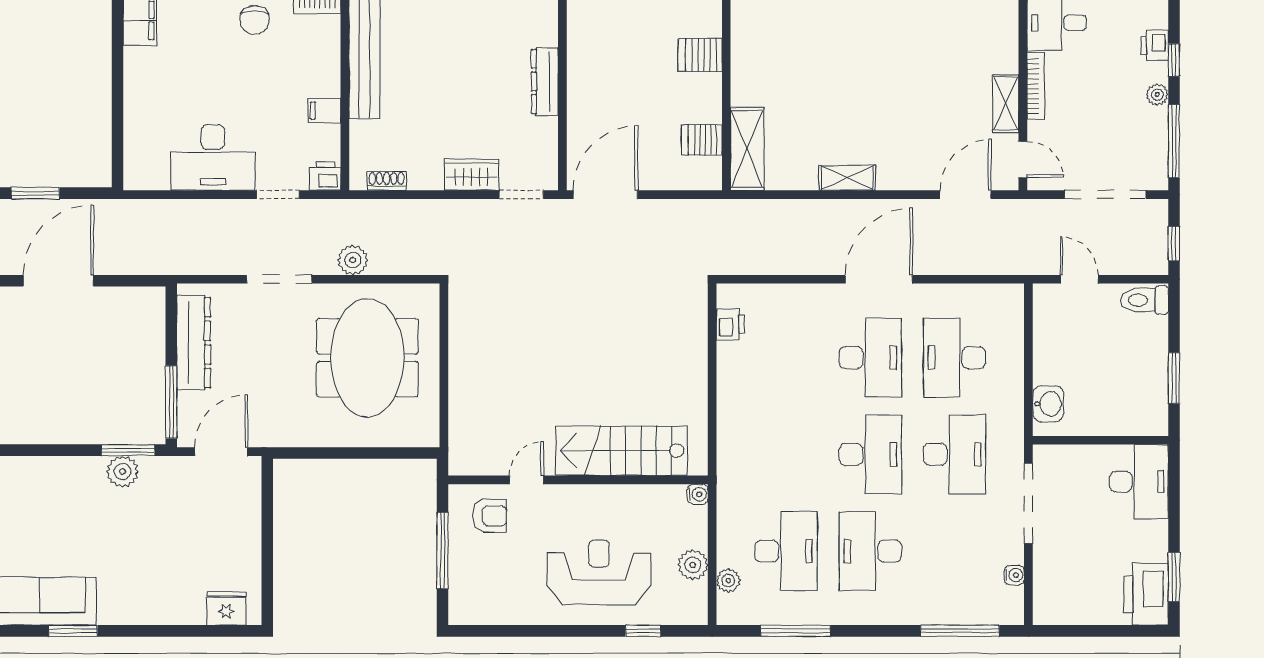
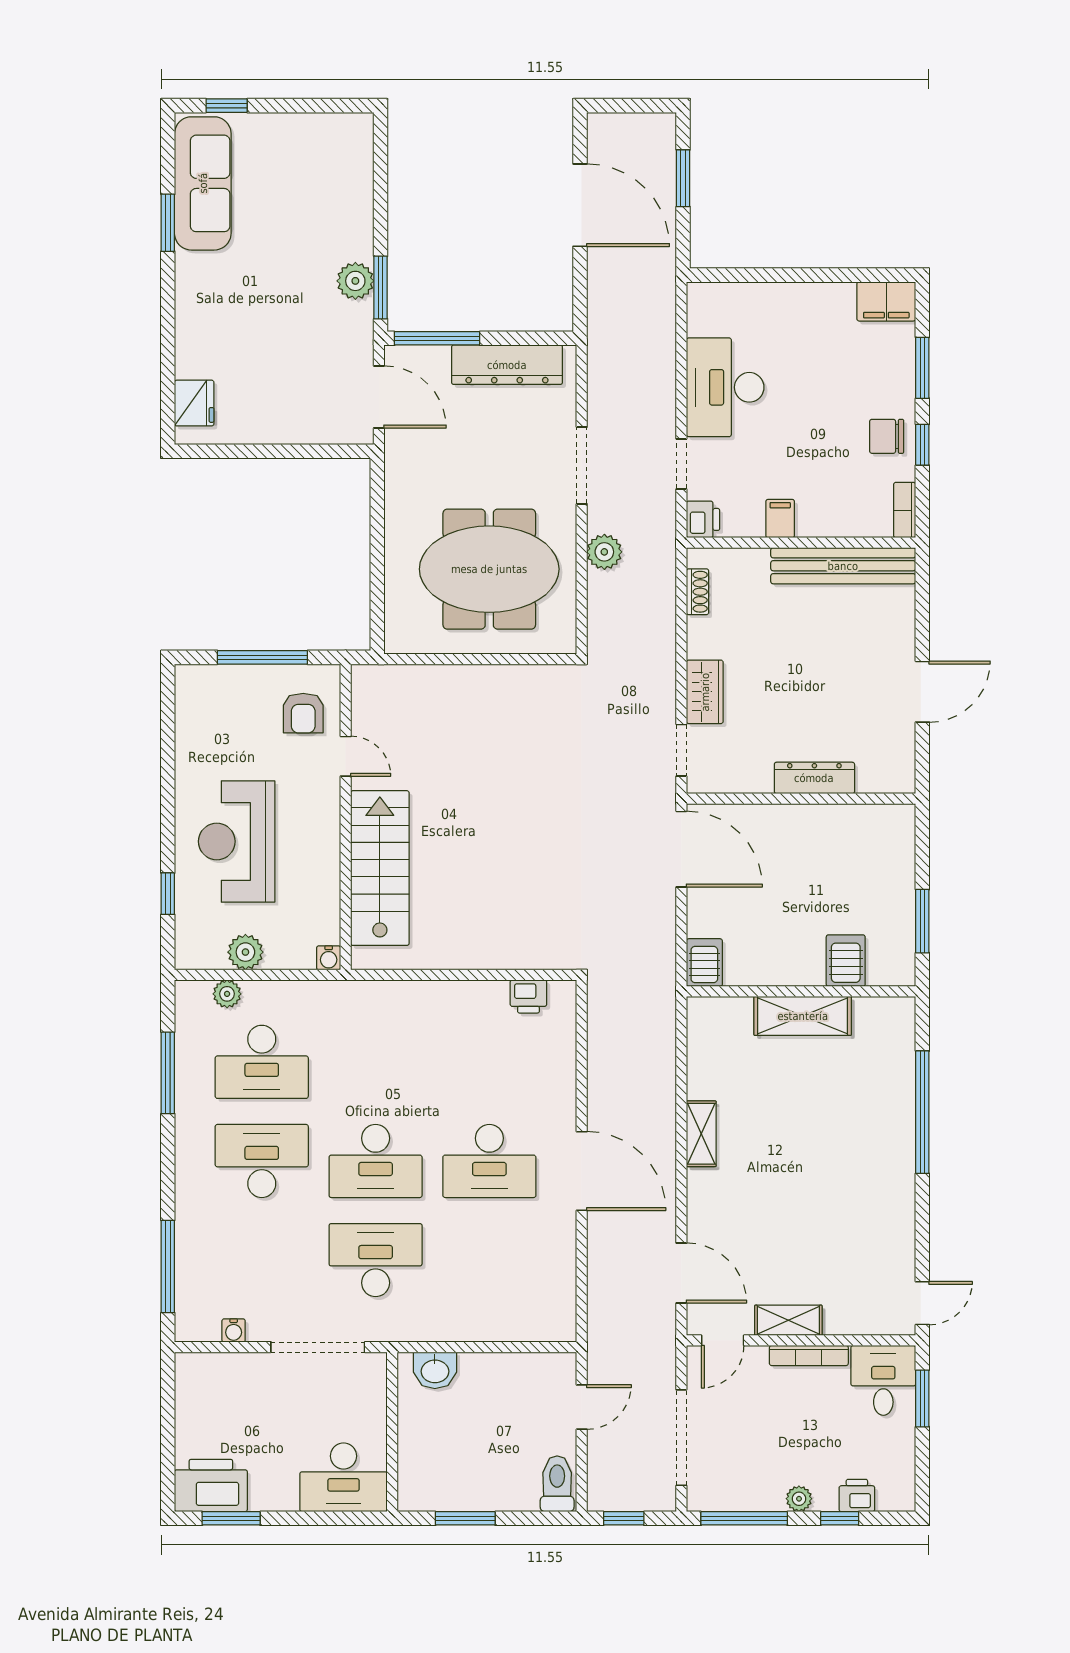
server rack: (702, 140) -> (704, 963), moved
shelving: (747, 149) -> (803, 1016), moved
desk: (955, 358) -> (489, 1260), removed
desk: (955, 454) -> (376, 1260), turned 180
reception desk: (599, 572) -> (237, 841), turned 180

